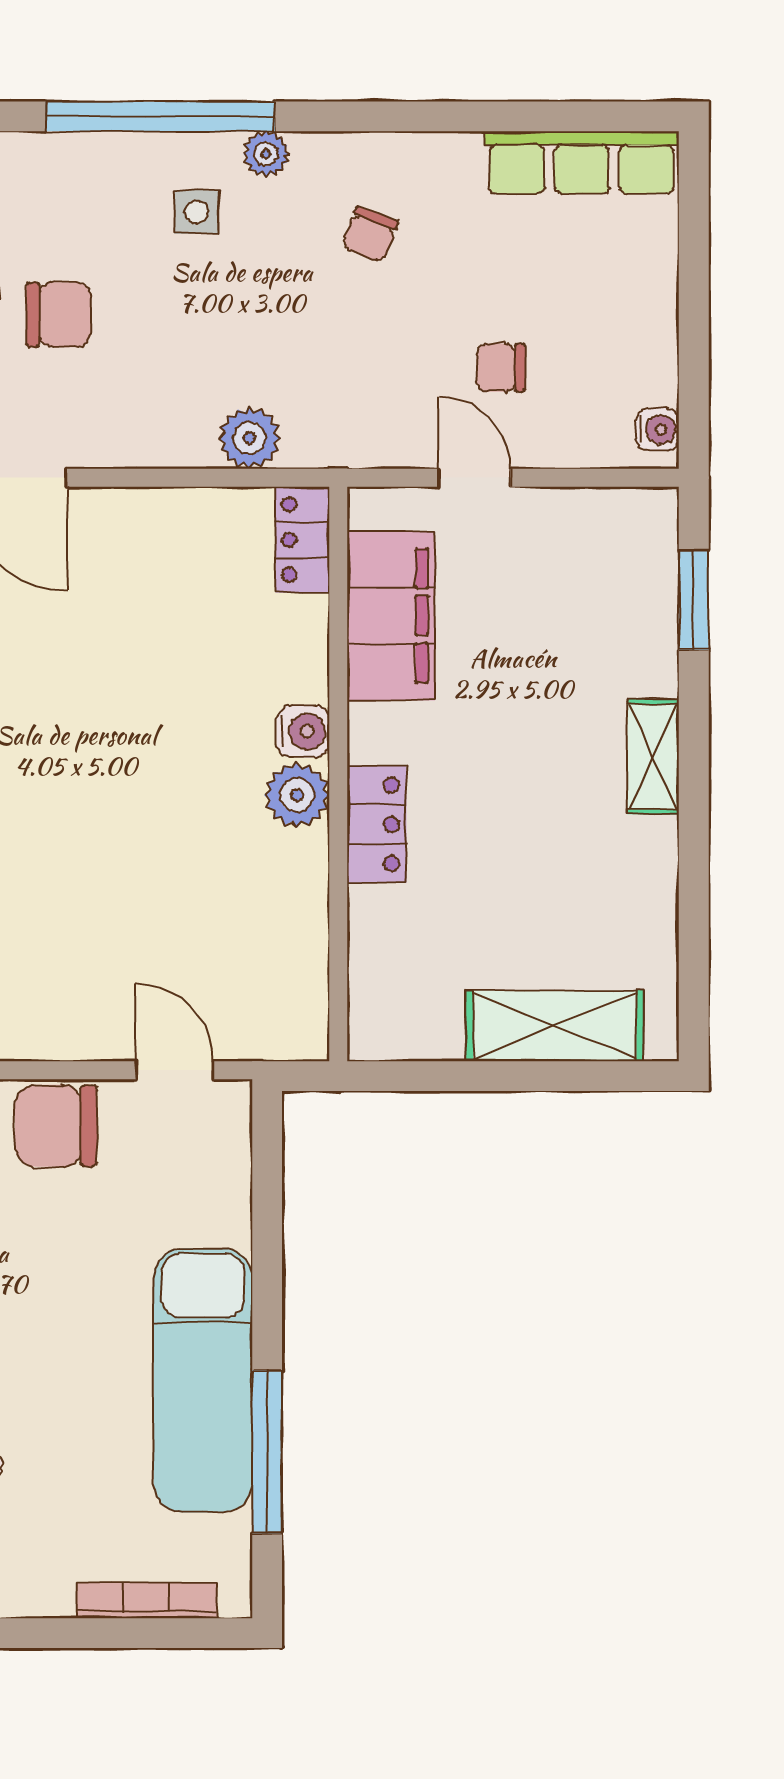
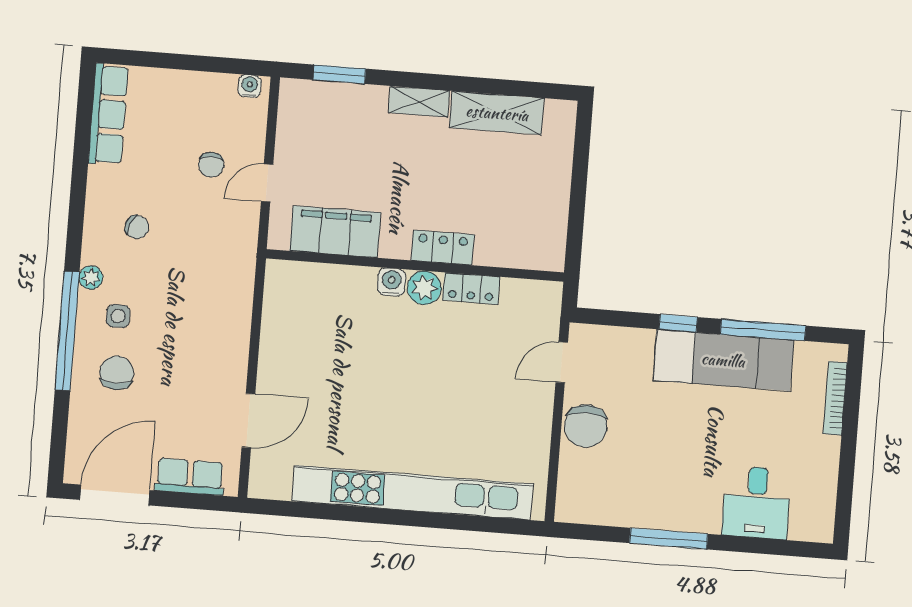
chair: (59, 315) -> (117, 373), moved
plant: (250, 438) -> (237, 298), removed
locker: (303, 540) -> (471, 289), moved
shelving: (555, 1026) -> (497, 113), moved, turned 90
window: (267, 1288) -> (678, 323), added

